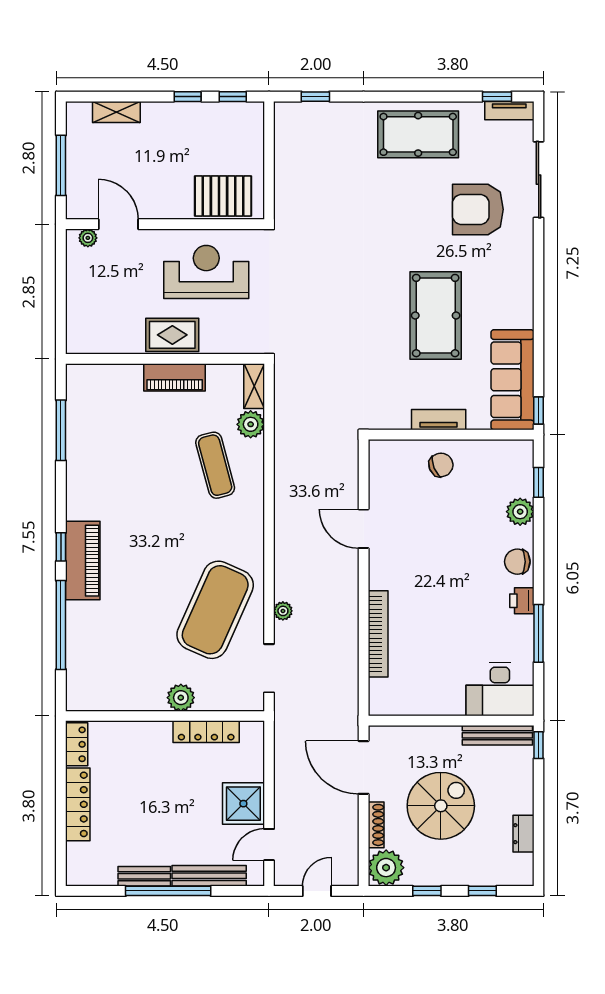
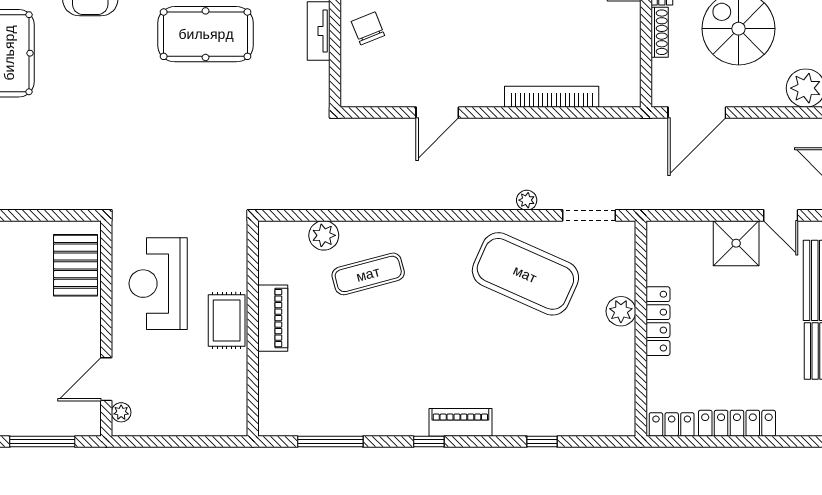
shelving: (254, 386) -> (282, 232), removed
window: (61, 547) -> (429, 442), moved
piano: (83, 561) -> (460, 422), width x0.73, depth x0.75
window: (61, 625) -> (542, 442), width x0.32
locker: (206, 732) -> (658, 321), moved
shoe rack: (376, 825) -> (660, 32), moved, turned 90

